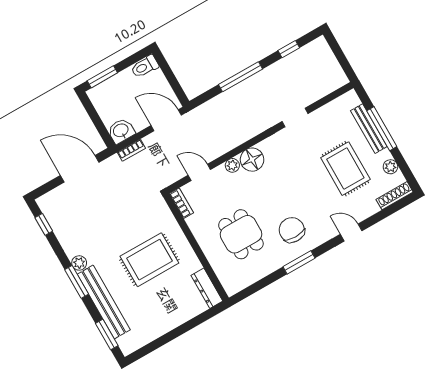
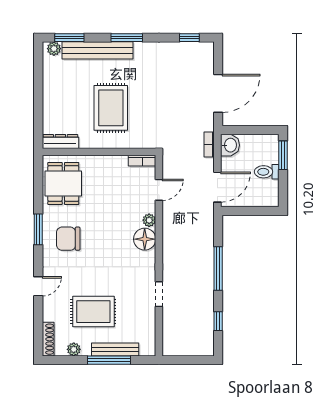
toilet: (145, 67) -> (267, 172), moved, turned -90
chair: (292, 230) -> (68, 239), turned 180
dining table: (241, 234) -> (63, 183), moved, turned 90
plant: (79, 263) -> (54, 49), moved

